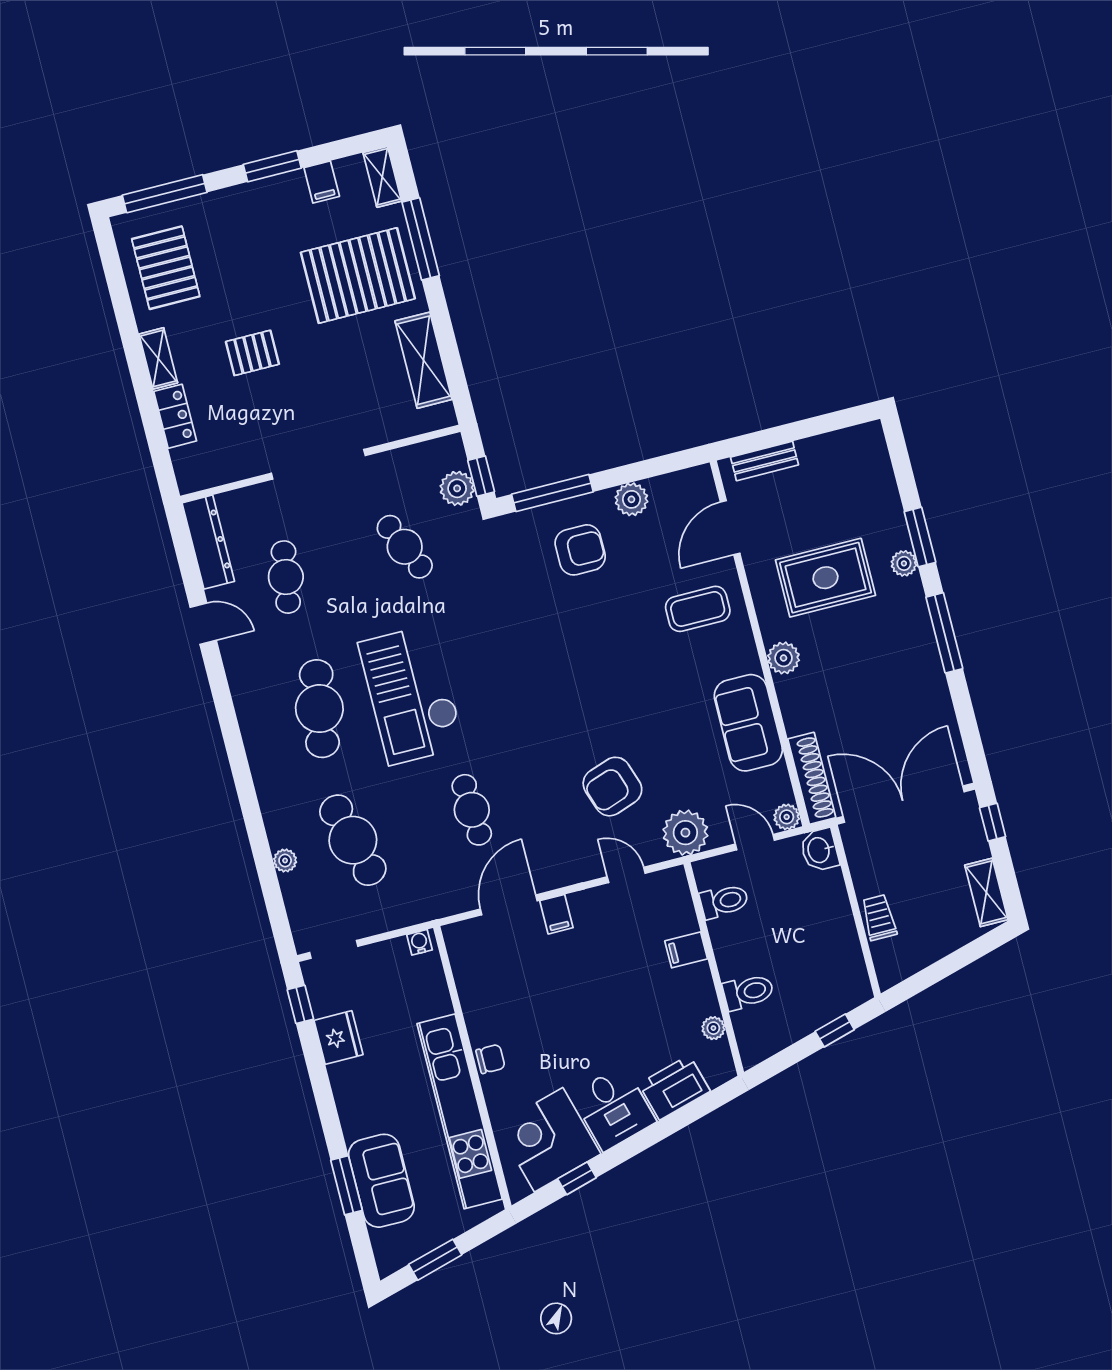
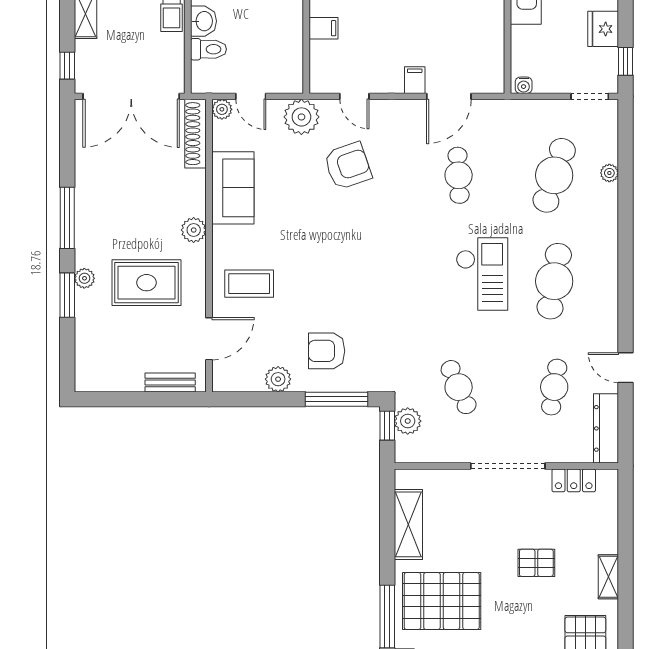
locker: (175, 416) -> (574, 480), moved, turned -90
checkout: (411, 695) -> (482, 274), width x0.73, depth x0.83
cafe table: (353, 840) -> (554, 175), turned 33
washbasin: (819, 850) -> (203, 21), moved
toilet: (724, 901) -> (208, 49), moved, turned 180

